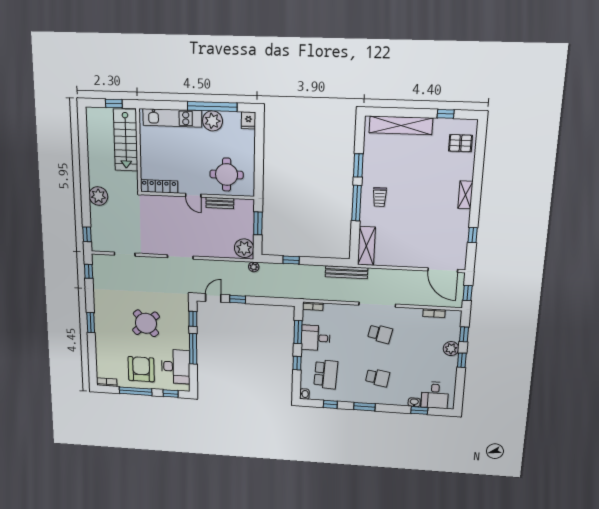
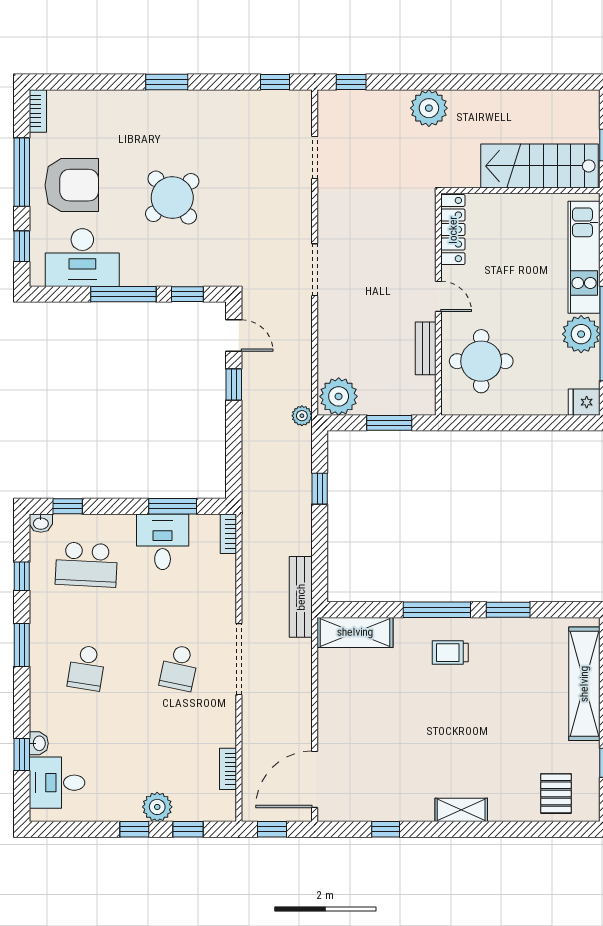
door: (193, 195) -> (438, 296), swing flipped
window: (297, 363) -> (68, 506), moved

